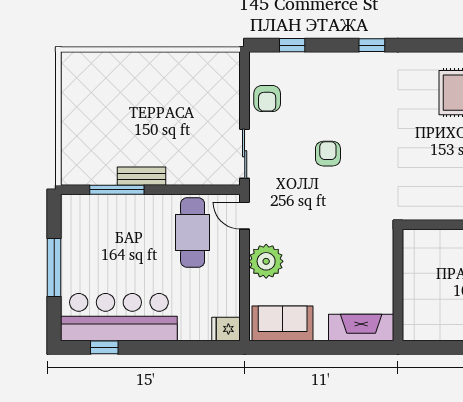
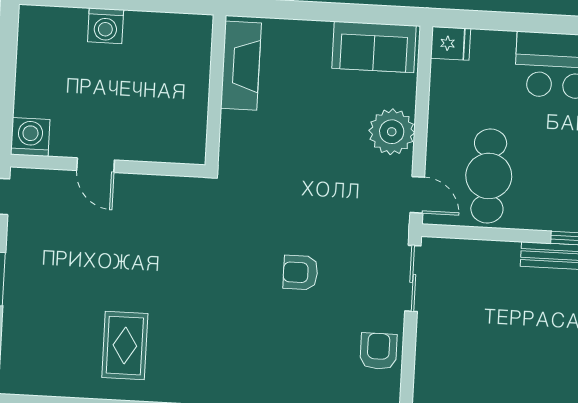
armchair: (328, 154) -> (300, 272), turned 90
fireplace: (361, 328) -> (241, 66), moved, turned -90

